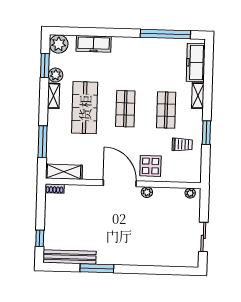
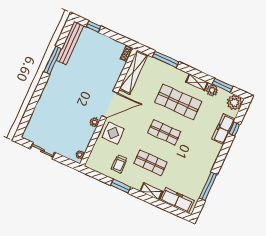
window: (88, 32) -> (234, 129), added
window: (165, 34) -> (208, 186), width x0.68
shelving: (64, 172) -> (133, 72), width x1.47

